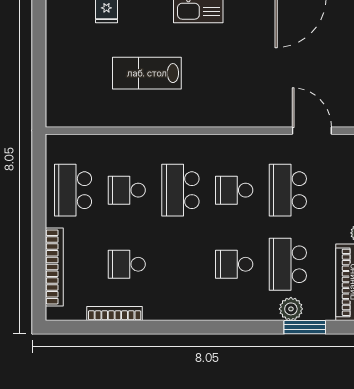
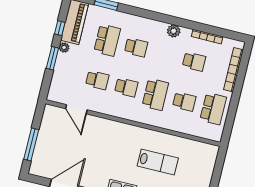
school desk: (288, 190) -> (97, 80), width x0.54
plant: (291, 309) -> (174, 31), moved

